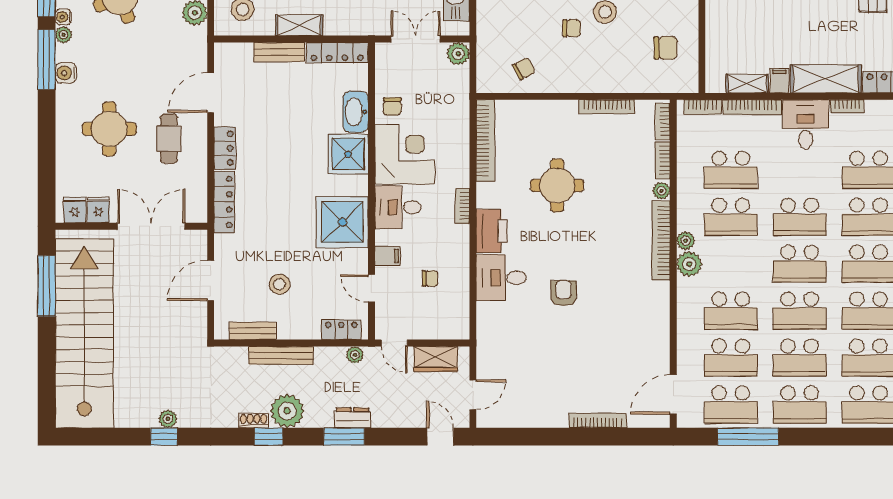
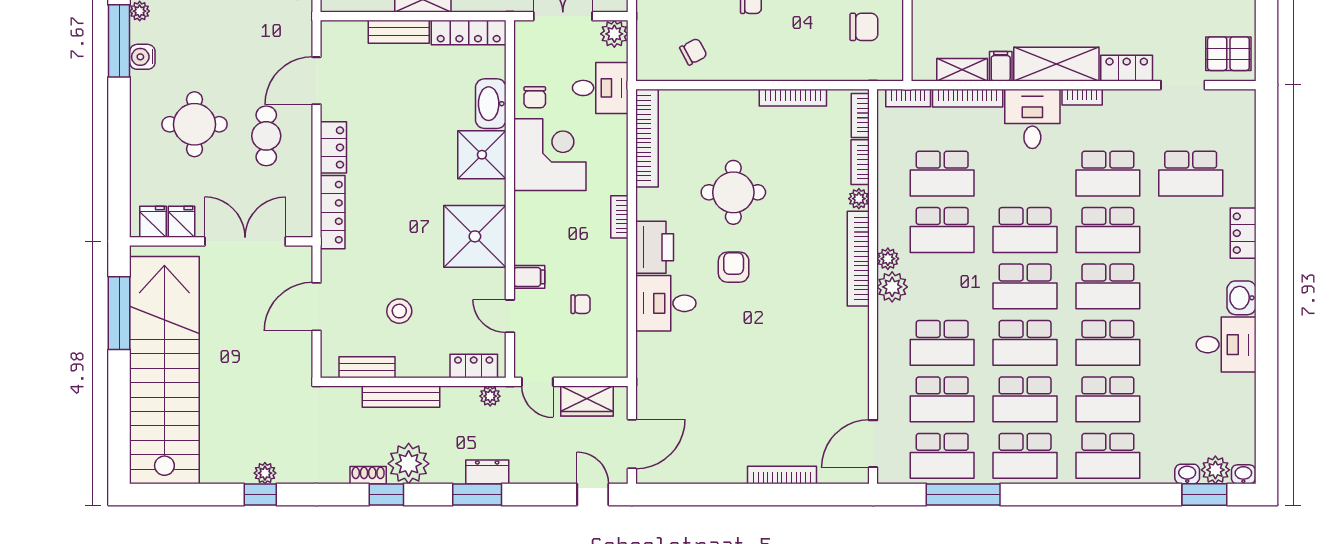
desk: (398, 207) -> (600, 88), moved, turned 180
armchair: (564, 293) -> (734, 267), moved
door: (473, 395) -> (632, 444), width x1.38

